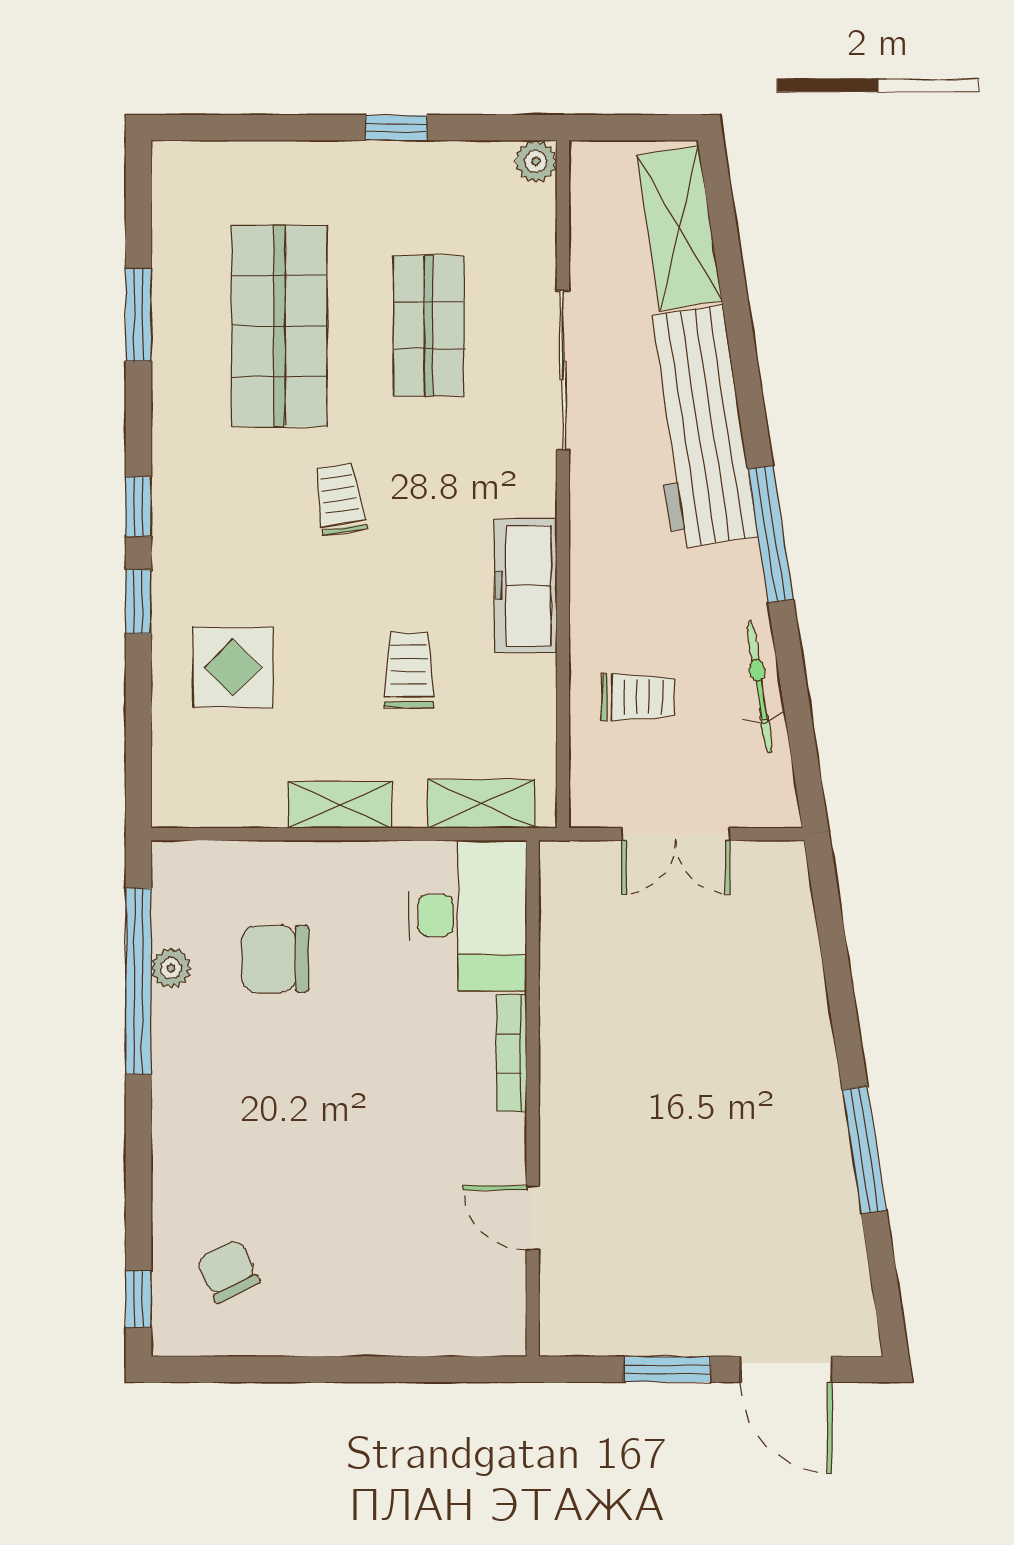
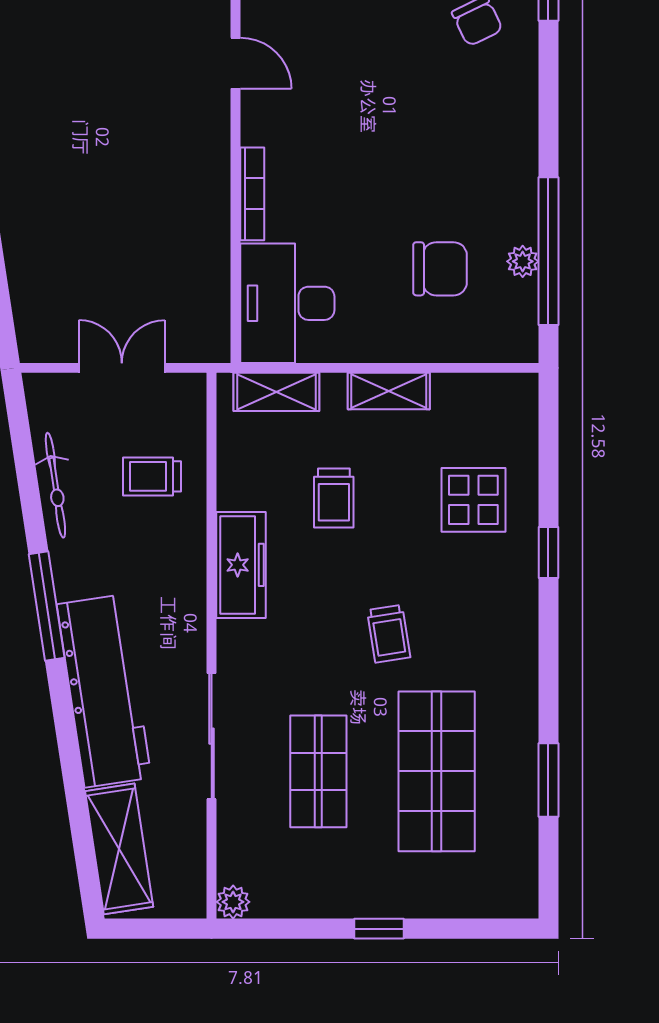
window: (396, 128) -> (379, 929), moved
window: (138, 507) -> (548, 628), removed

